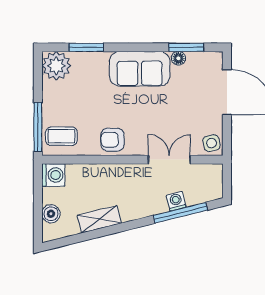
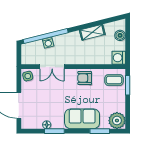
window: (186, 47) -> (54, 131), moved
sofa: (140, 69) -> (82, 119), moved
window: (38, 127) -> (128, 85), width x0.69
armchair: (113, 140) -> (85, 78), turned 180
window: (180, 213) -> (46, 36), width x1.46

